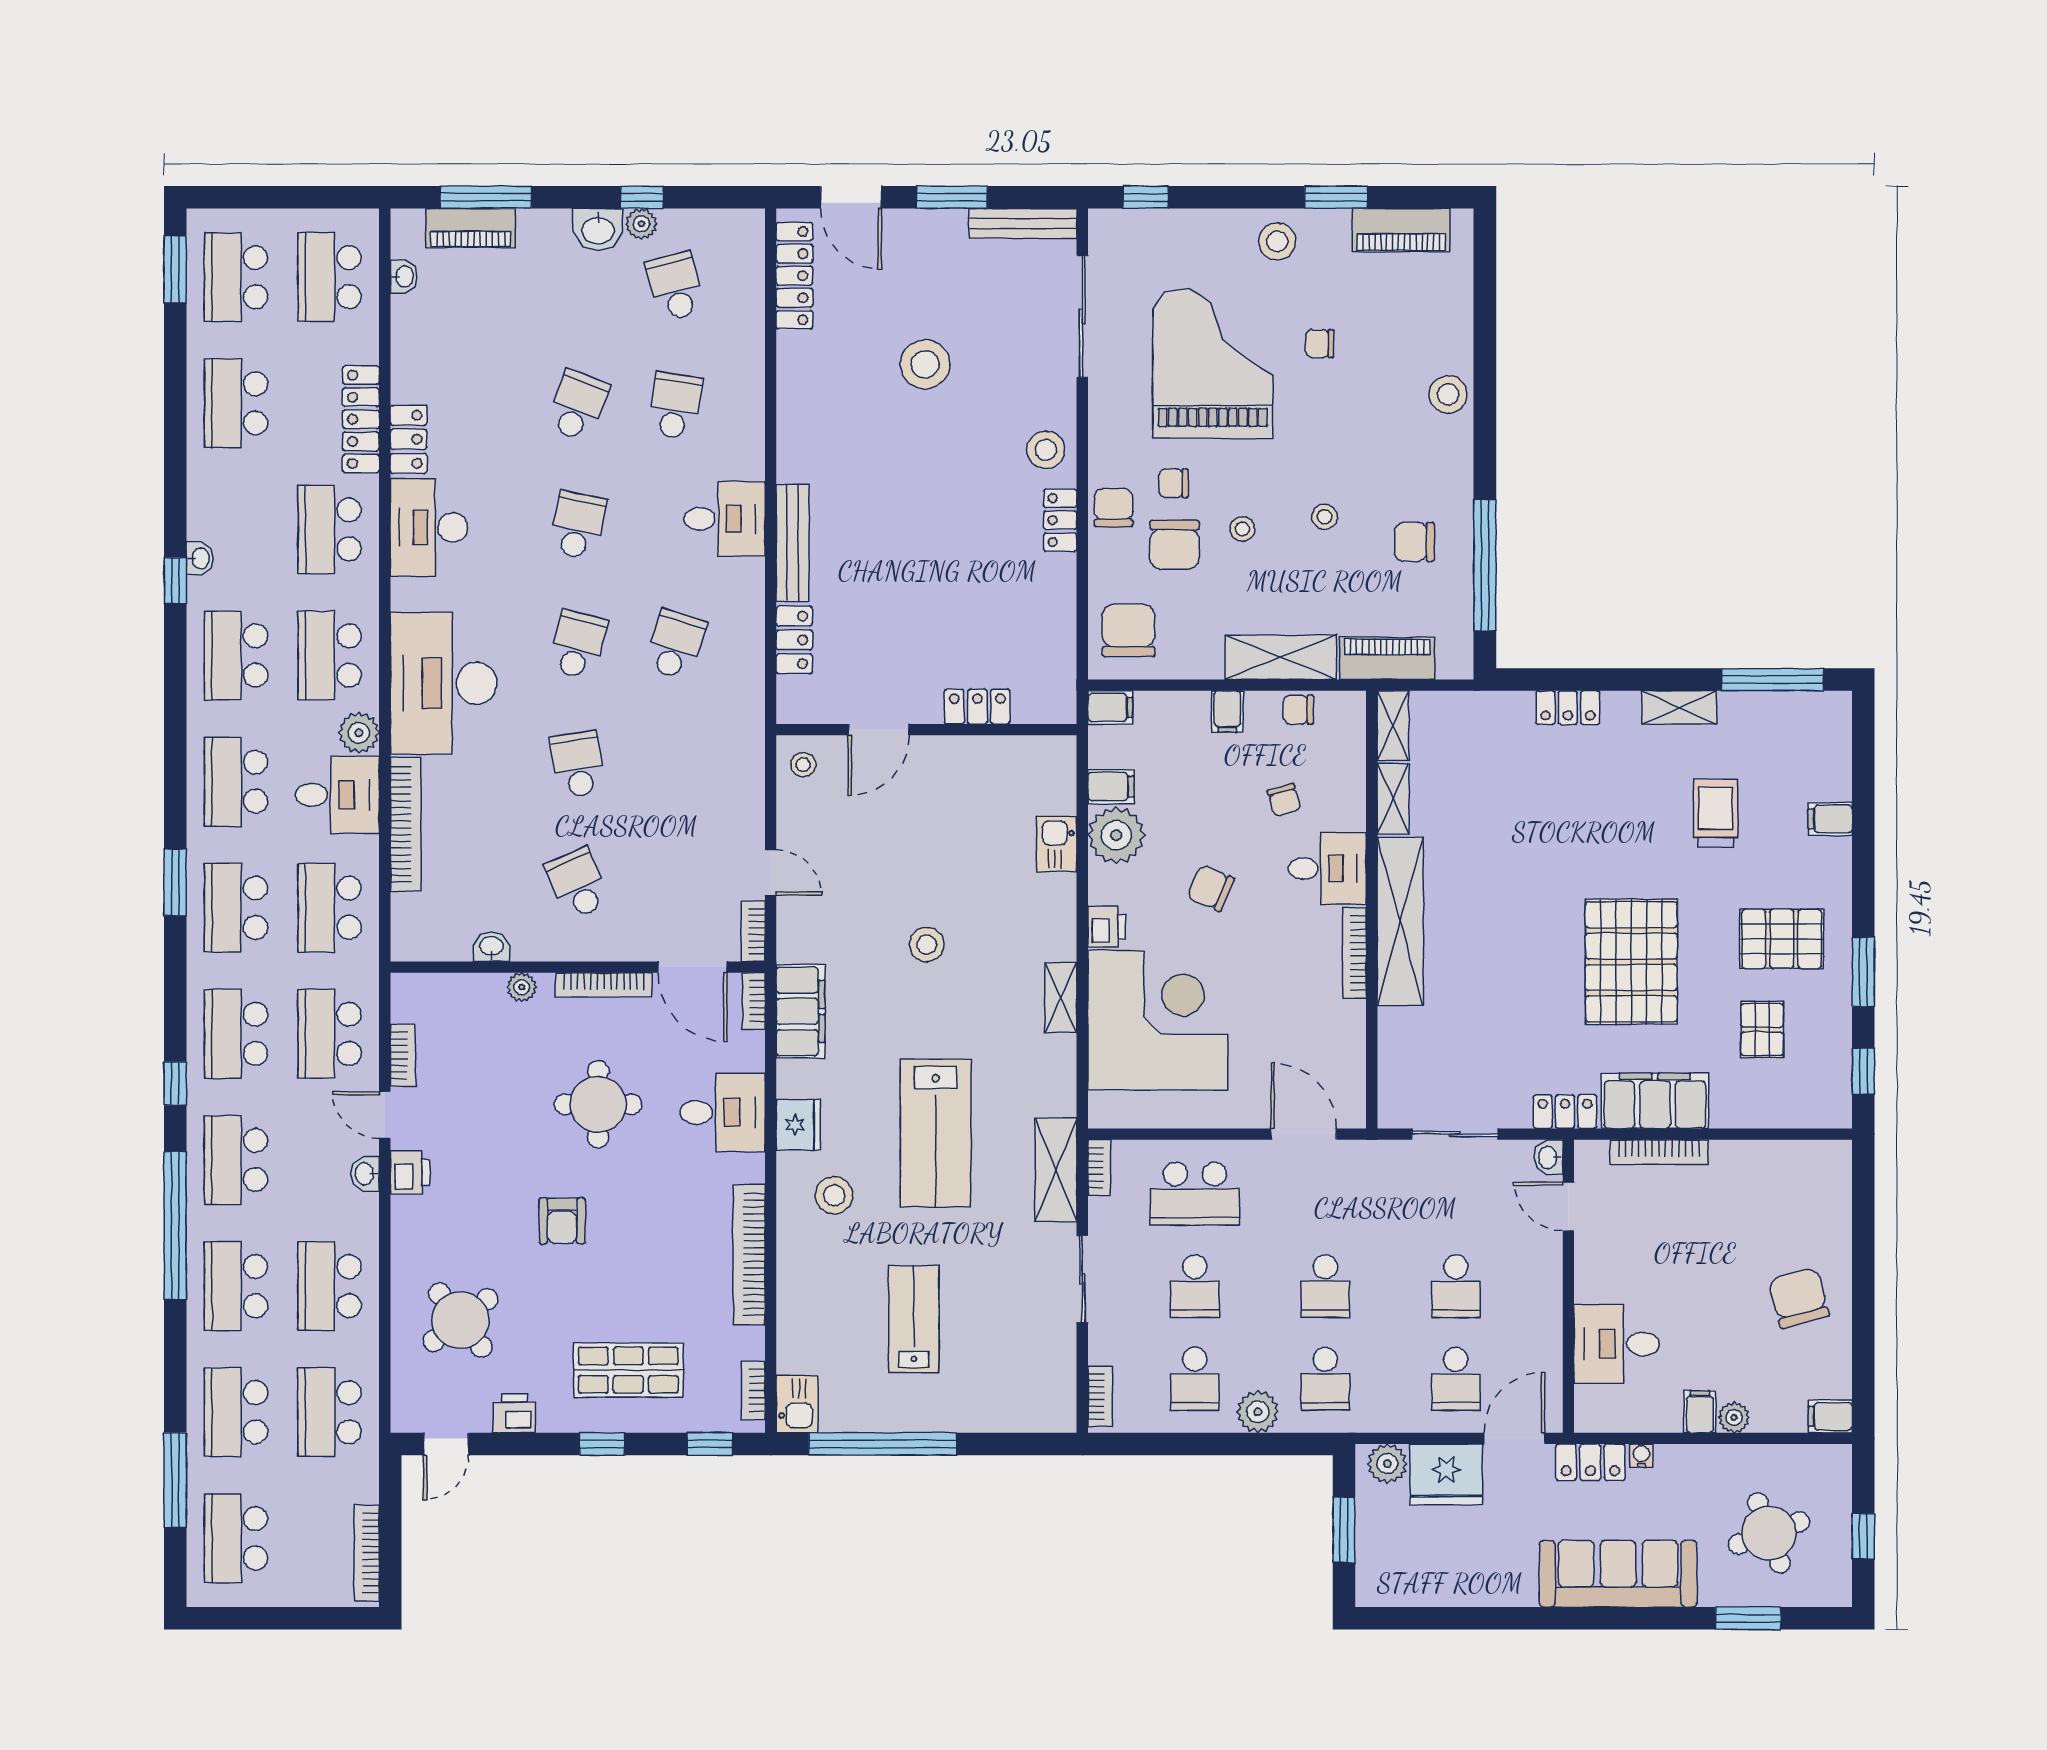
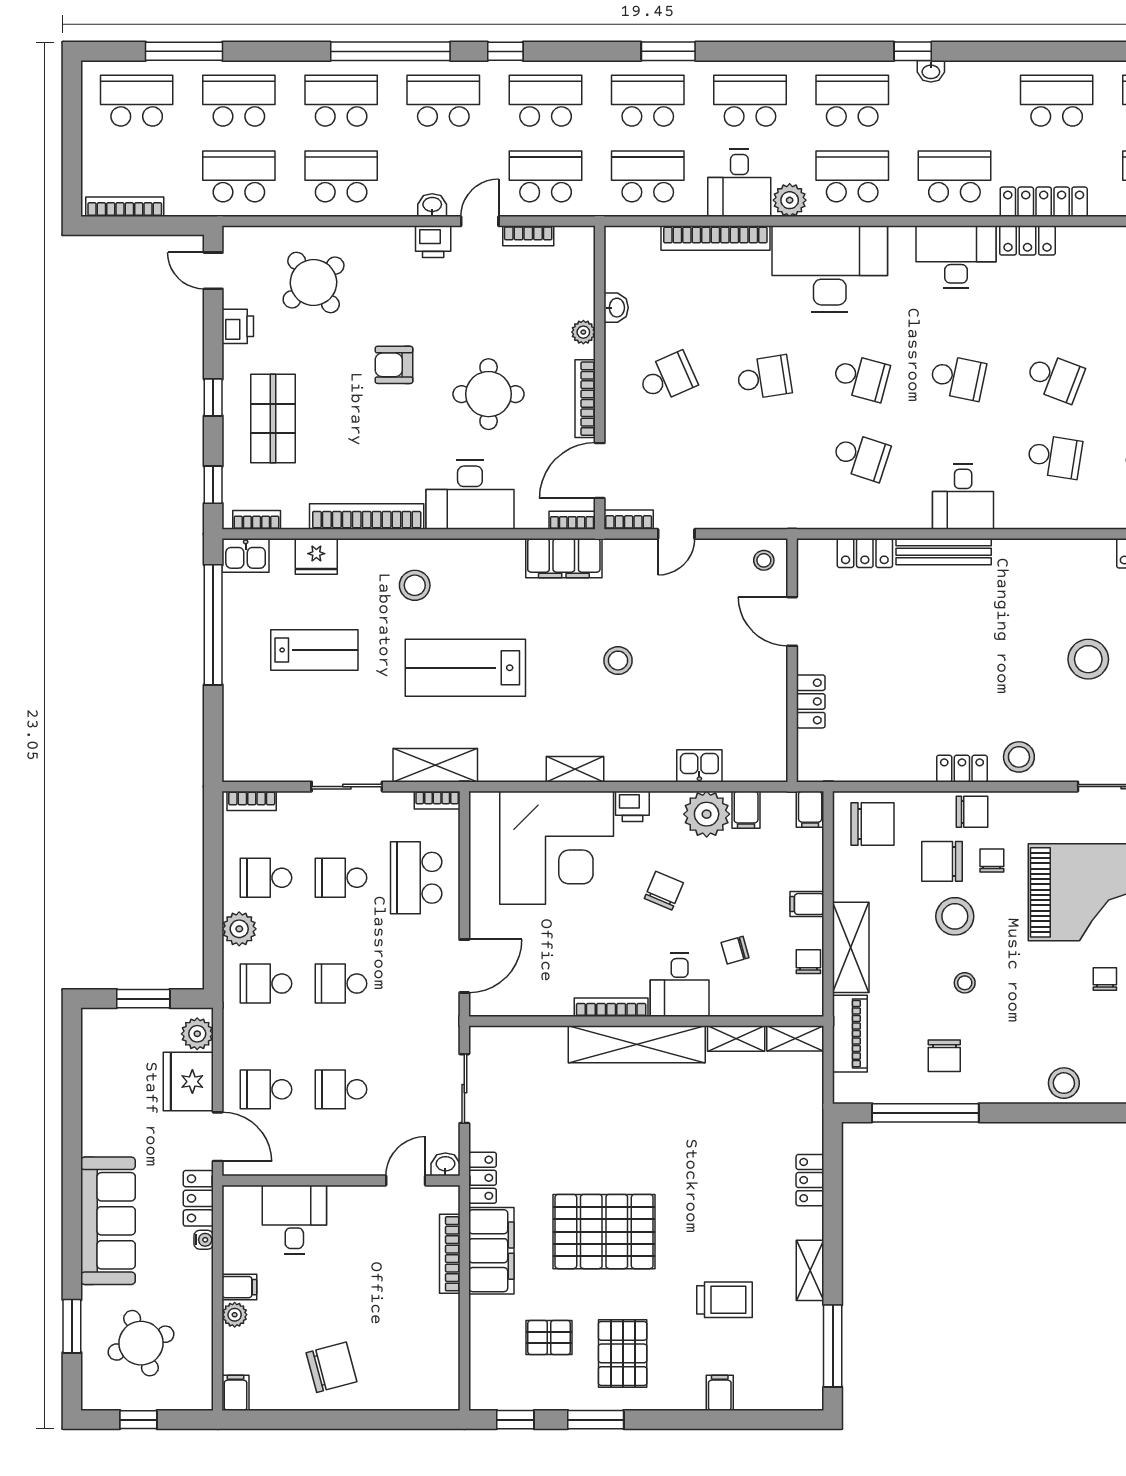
stool: (1242, 529) -> (955, 916), width x1.89, depth x1.89
chair: (1414, 542) -> (944, 1056), turned 180
desk: (723, 1112) -> (470, 495), width x1.37
fridge: (798, 1125) -> (316, 556), moved

